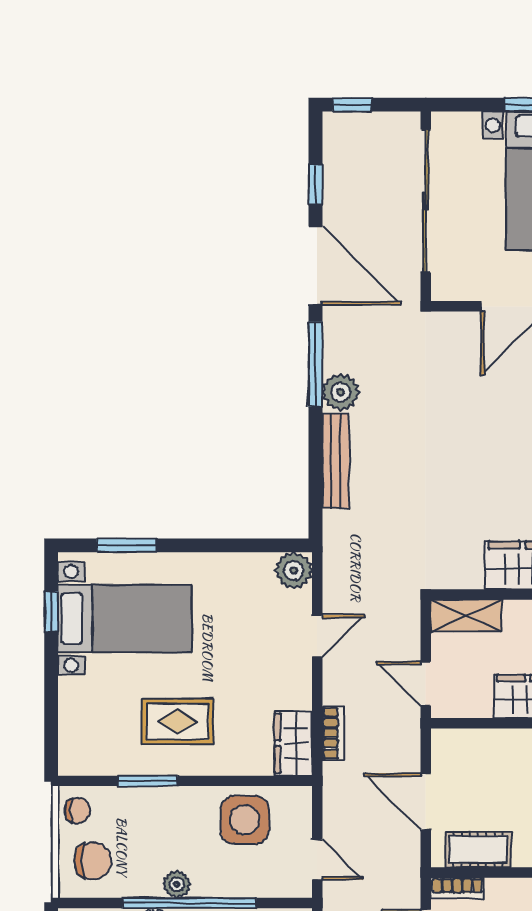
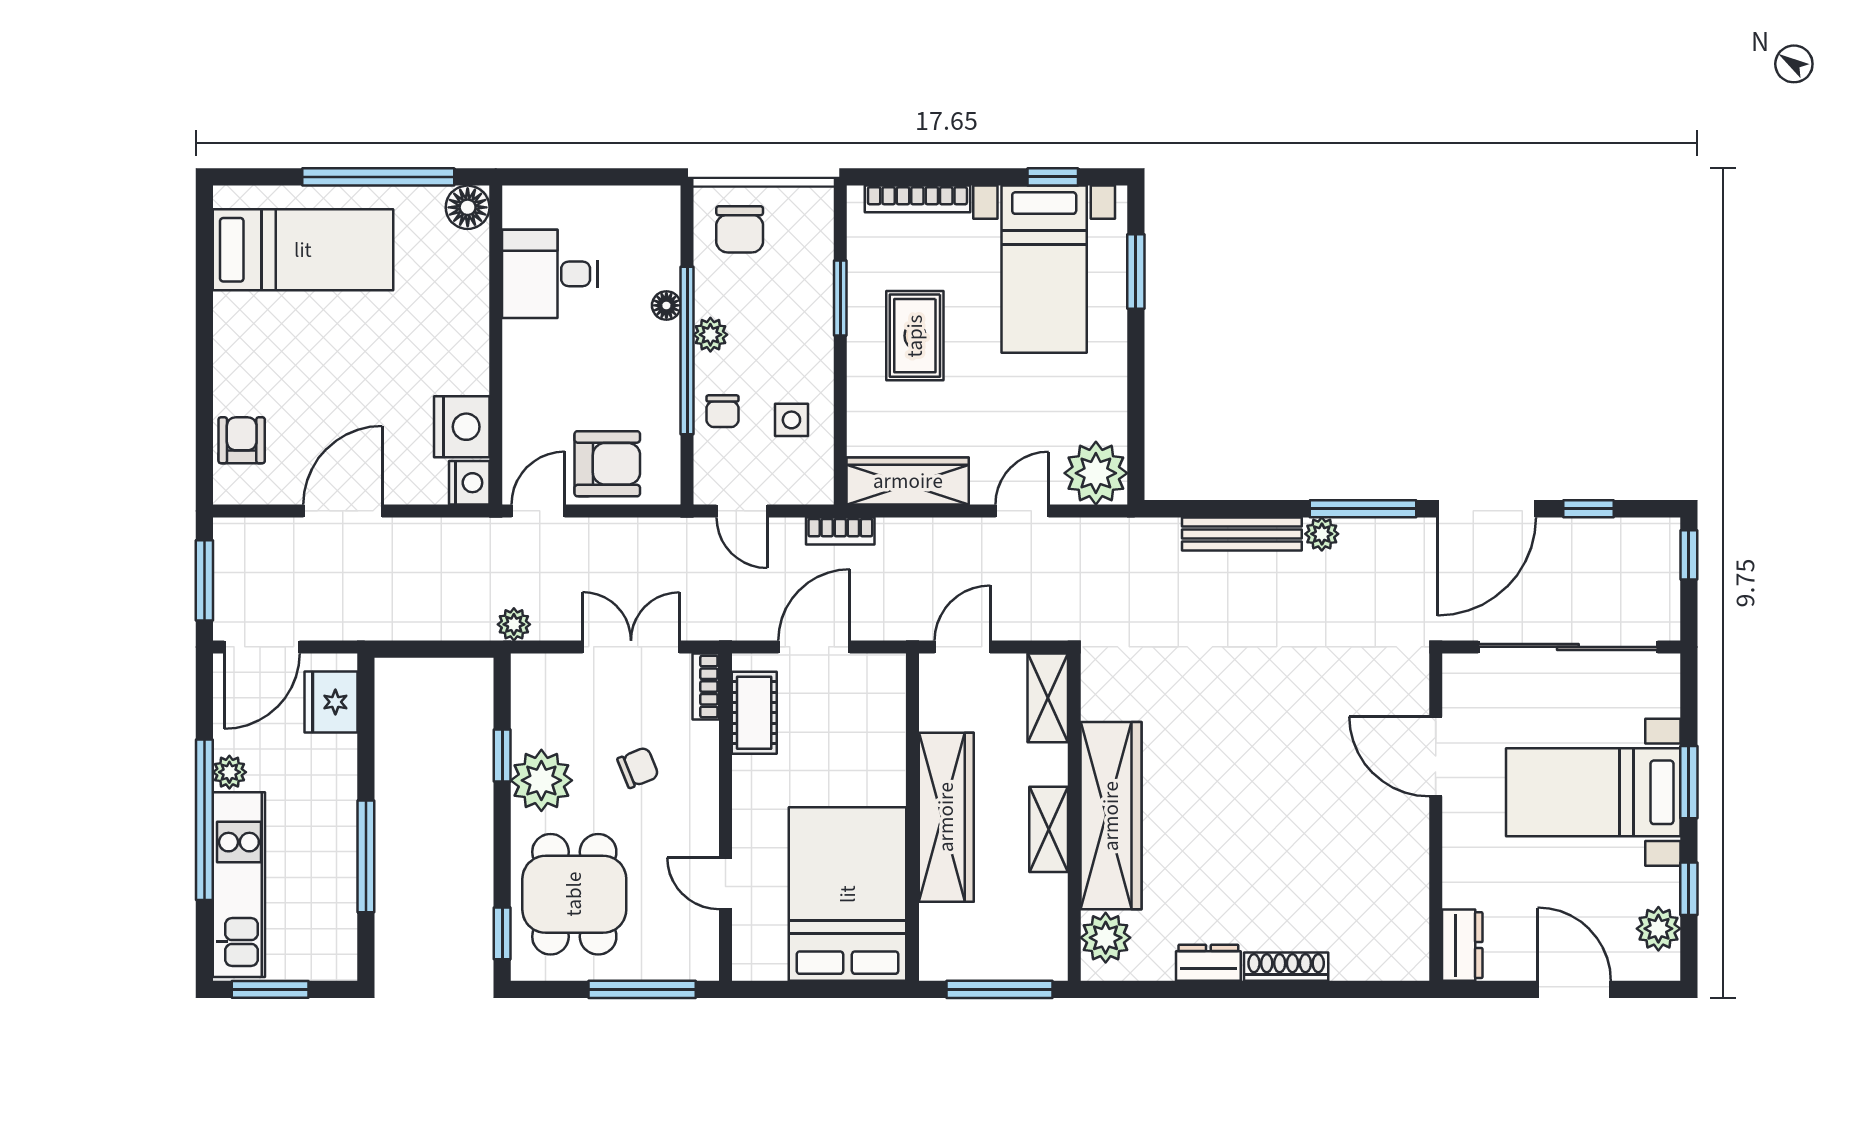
plant: (341, 392) -> (1322, 534), width x0.73, depth x0.73
plant: (294, 571) -> (1096, 473), width x1.36, depth x1.36
door: (317, 636) -> (1022, 511), swing flipped
bookcase: (69, 719) -> (917, 199), added
bookcase: (333, 733) -> (840, 531), moved
wardrobe: (293, 743) -> (908, 481), width x1.50
chair: (78, 810) -> (723, 411), moved
side table: (245, 820) -> (791, 420), width x0.54, depth x0.54
door: (317, 859) -> (742, 511), hinge flipped

